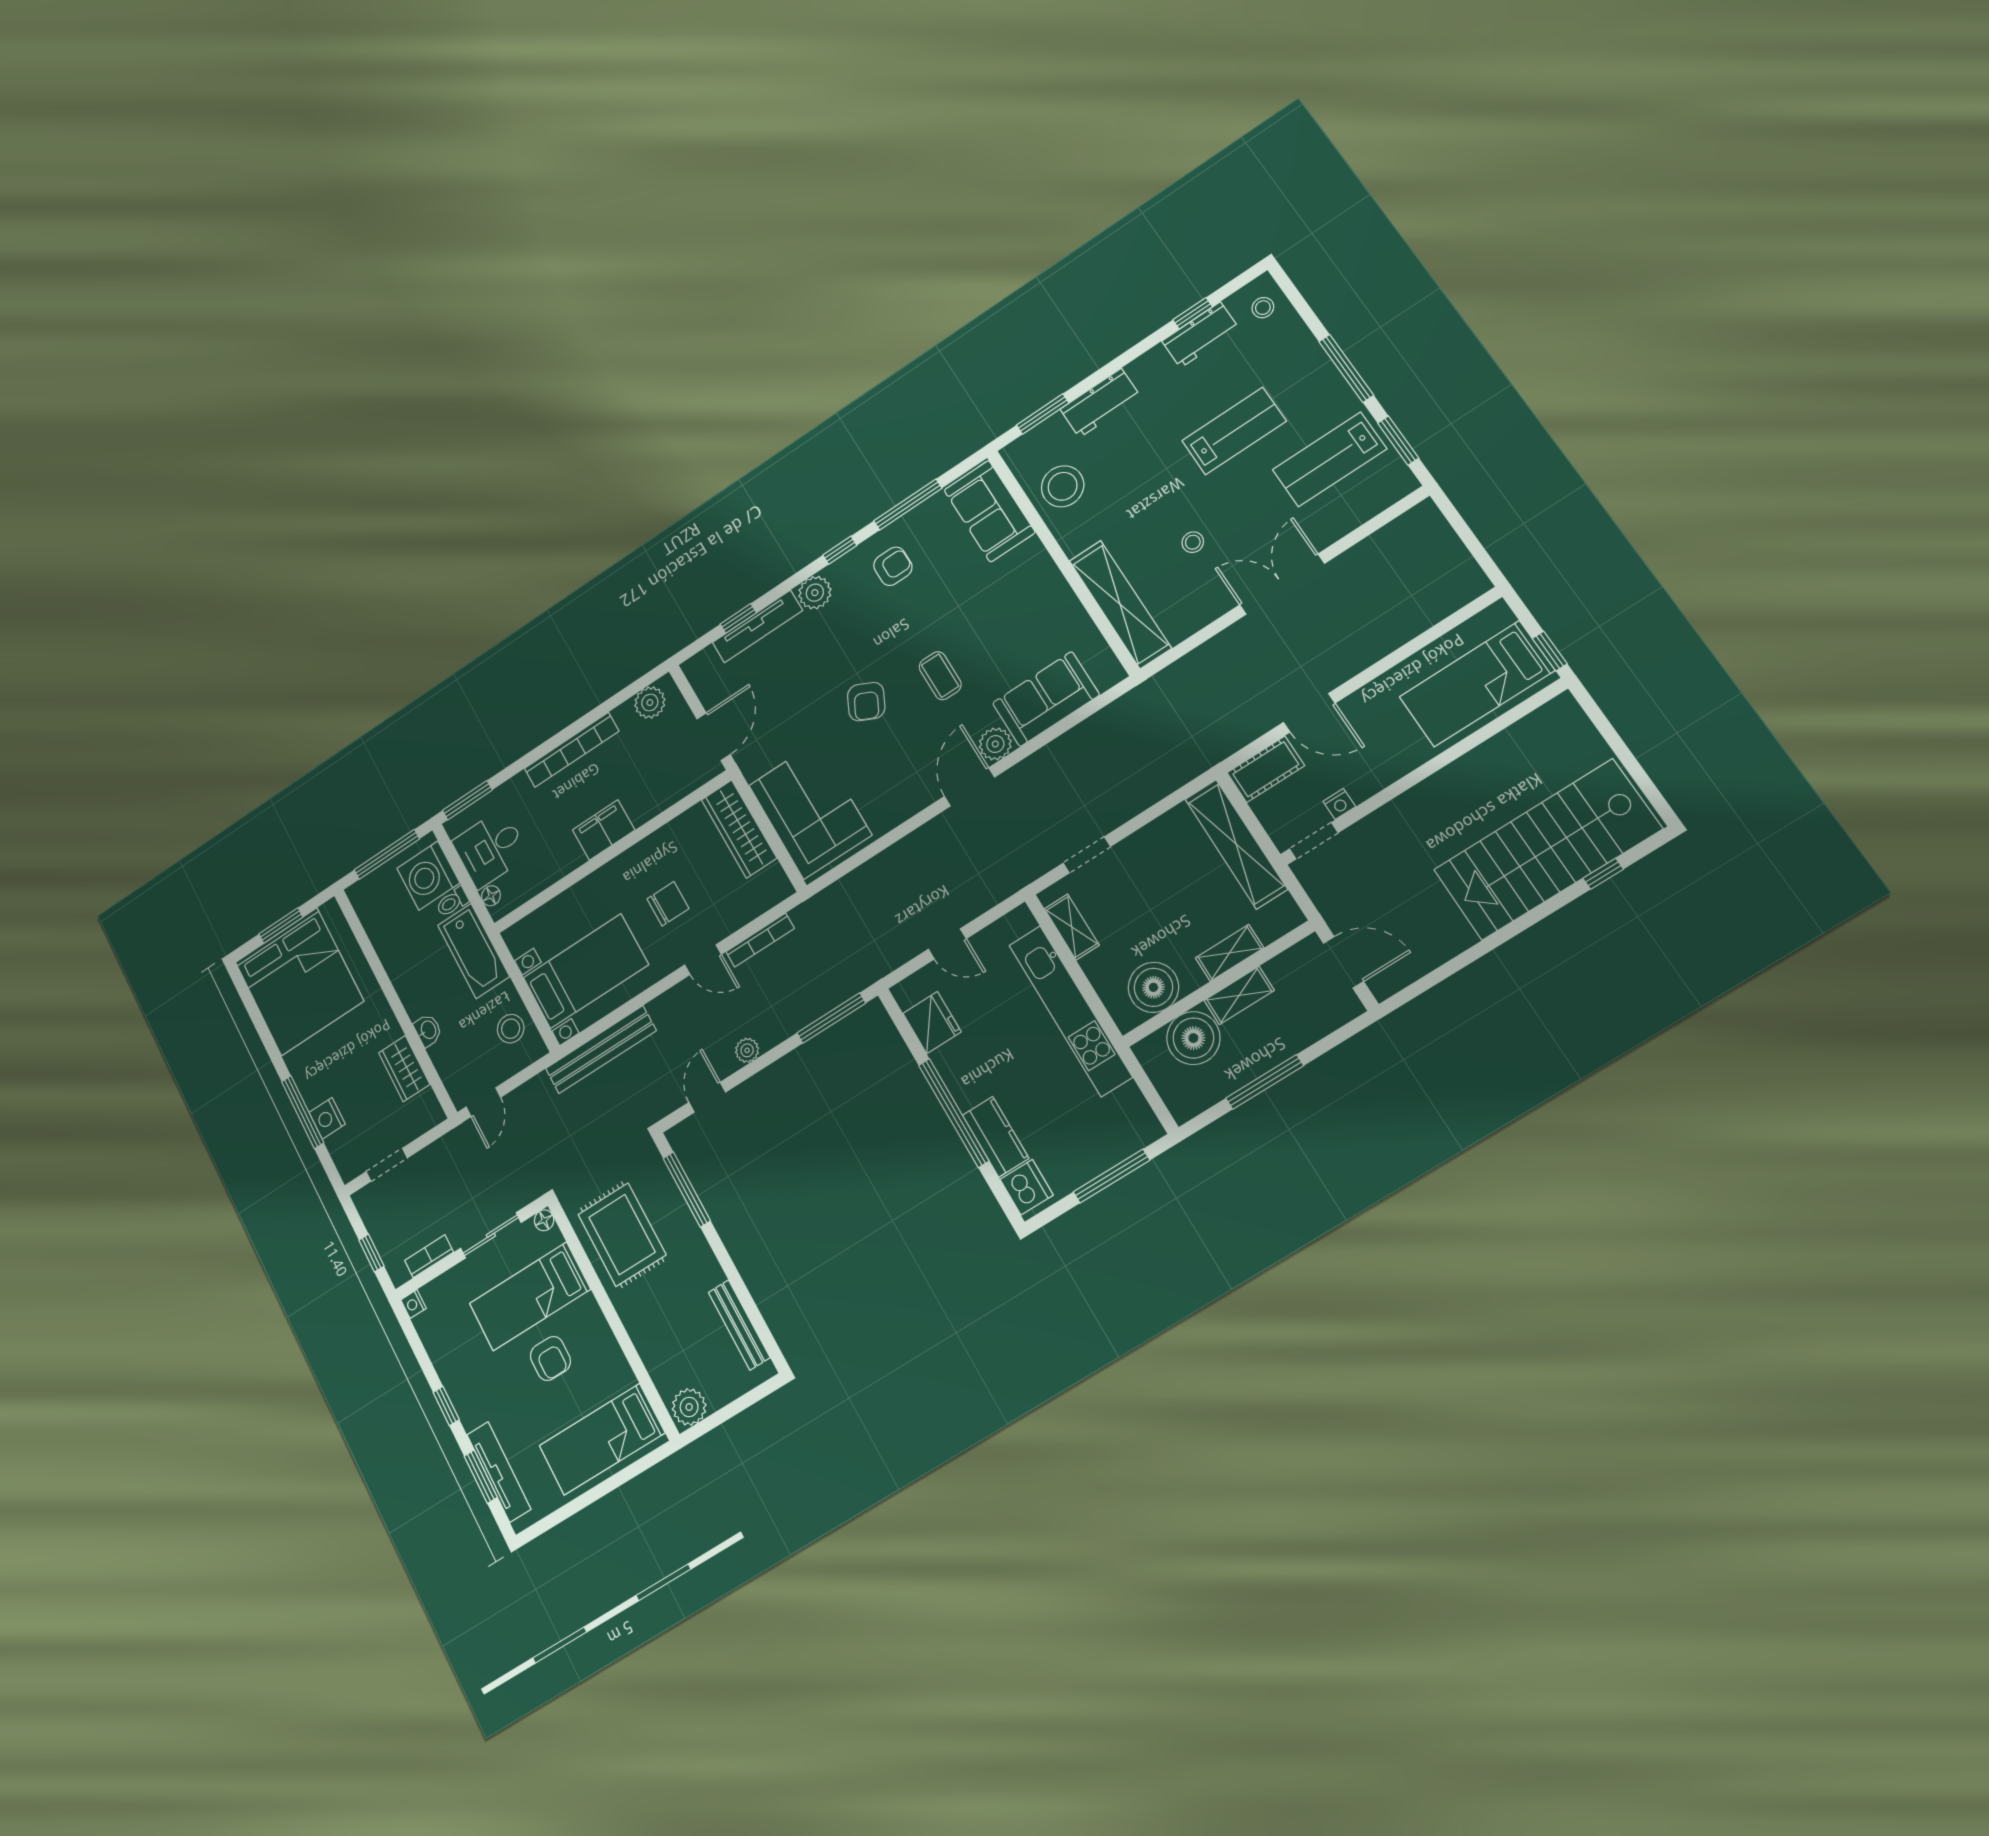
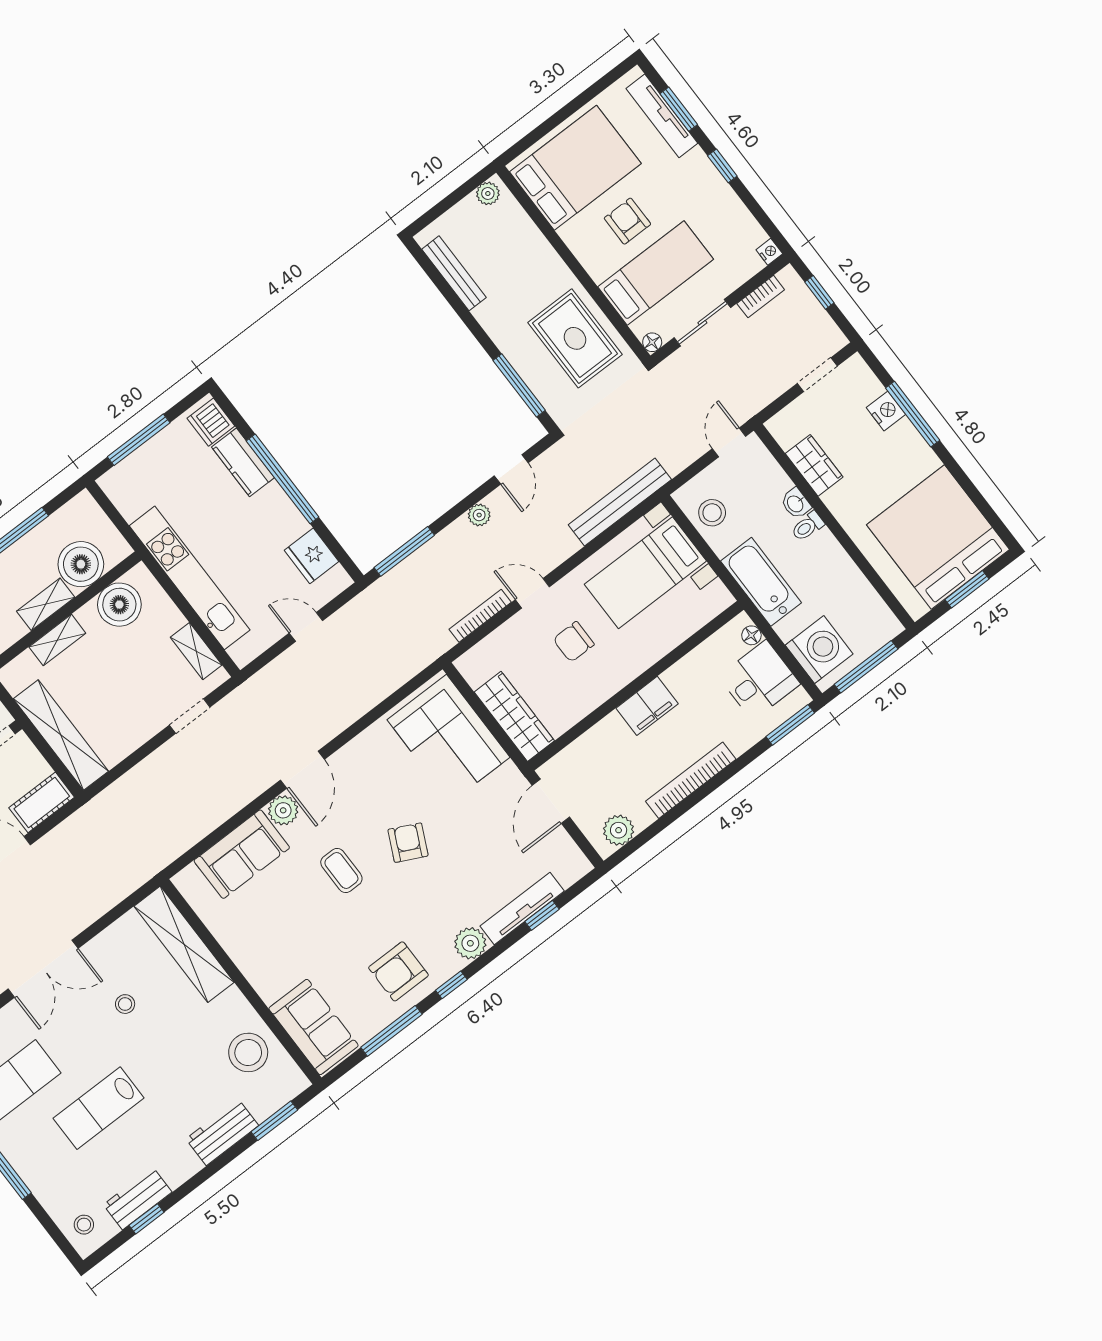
armchair: (893, 566) -> (398, 971), width x1.38, depth x1.38
toilet: (452, 902) -> (808, 526), moved, turned 180
plant: (689, 1407) -> (488, 193), width x0.73, depth x0.73
bed: (602, 1439) -> (575, 168), width x1.50

